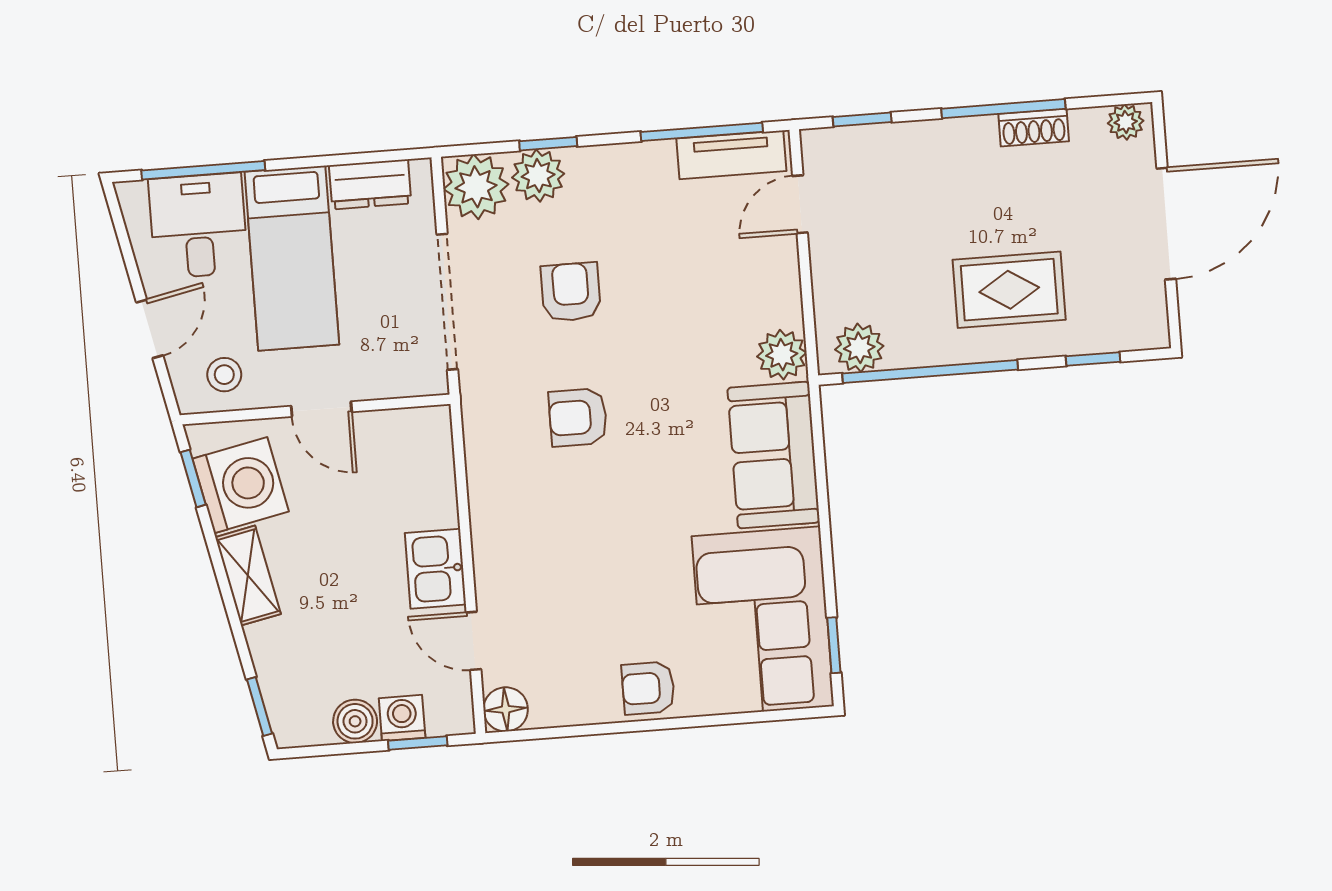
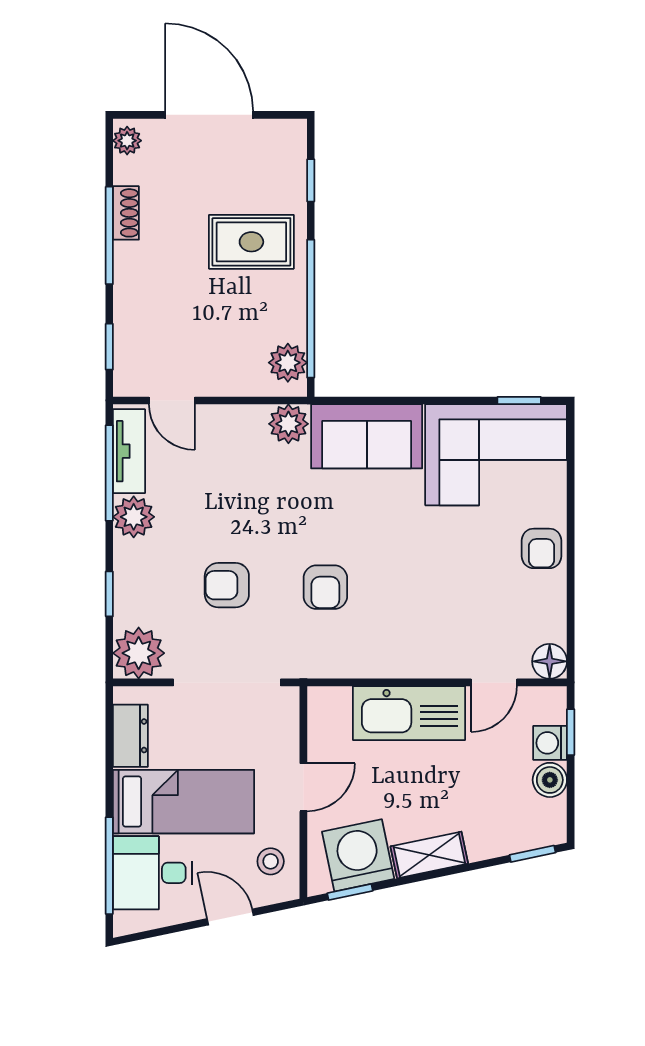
plant: (538, 176) -> (134, 517), moved
rug: (1009, 290) -> (251, 242), turned 90
kitchen sink: (435, 569) -> (409, 713), width x1.87, depth x1.24

